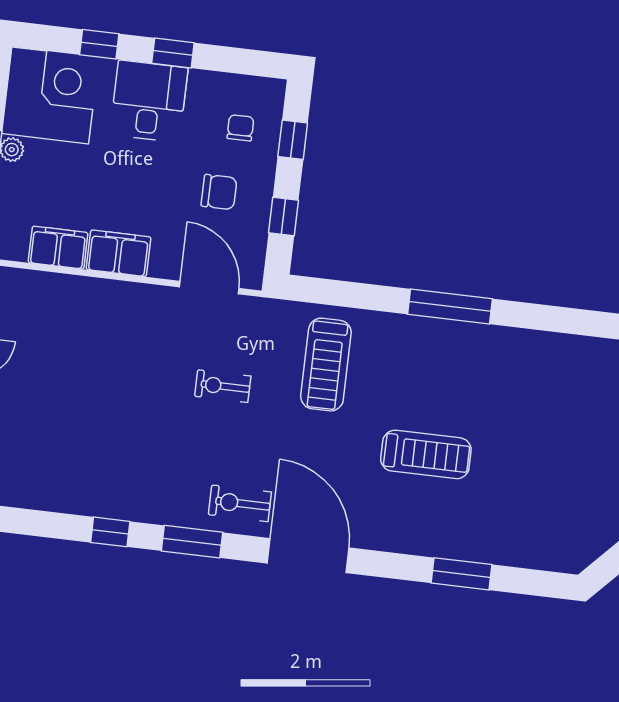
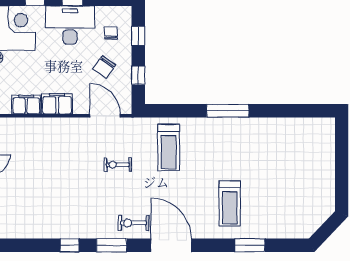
desk: (149, 101) -> (70, 25), width x1.37
chair: (219, 192) -> (104, 67), turned 126
treadmill: (426, 454) -> (230, 203), moved, turned 90

